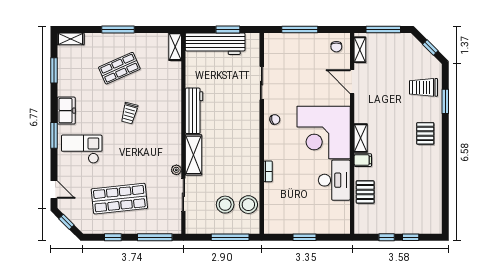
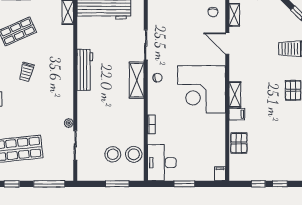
shelving: (194, 155) -> (137, 80), moved
desk: (334, 180) -> (162, 163), moved, turned 180
filing cabinet: (344, 226) -> (220, 174), added
window: (230, 237) -> (117, 184), width x0.69

